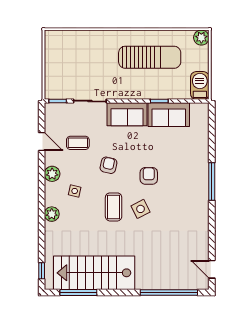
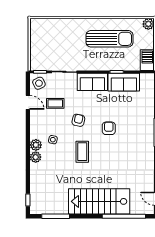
plant: (52, 174) -> (36, 145), moved
side table: (141, 209) -> (39, 83), moved
stairs: (94, 273) -> (99, 201), moved

